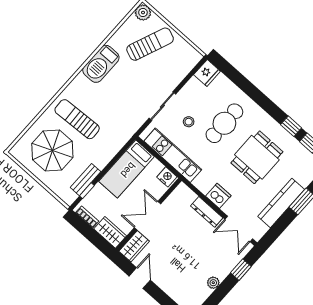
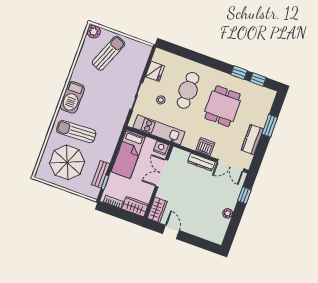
barbecue: (101, 64) -> (72, 97), moved
fridge: (207, 73) -> (155, 71), moved
kitchen counter: (281, 203) -> (252, 140), width x0.67
double door: (148, 216) -> (162, 173), moved

